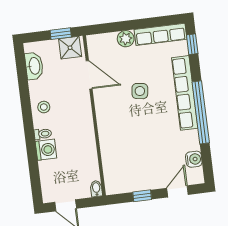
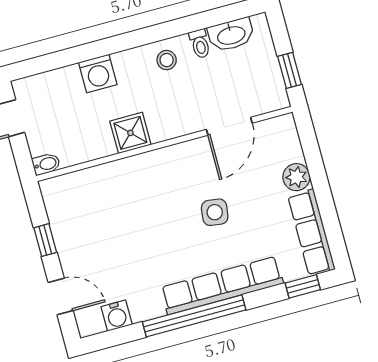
shower: (70, 48) -> (130, 133), moved
toilet: (43, 134) -> (200, 44), moved

